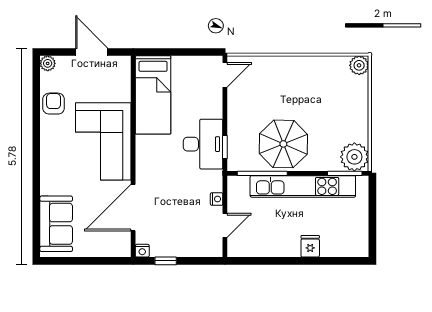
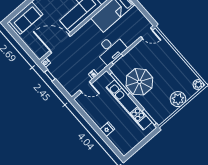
plant: (354, 157) -> (178, 99), moved

